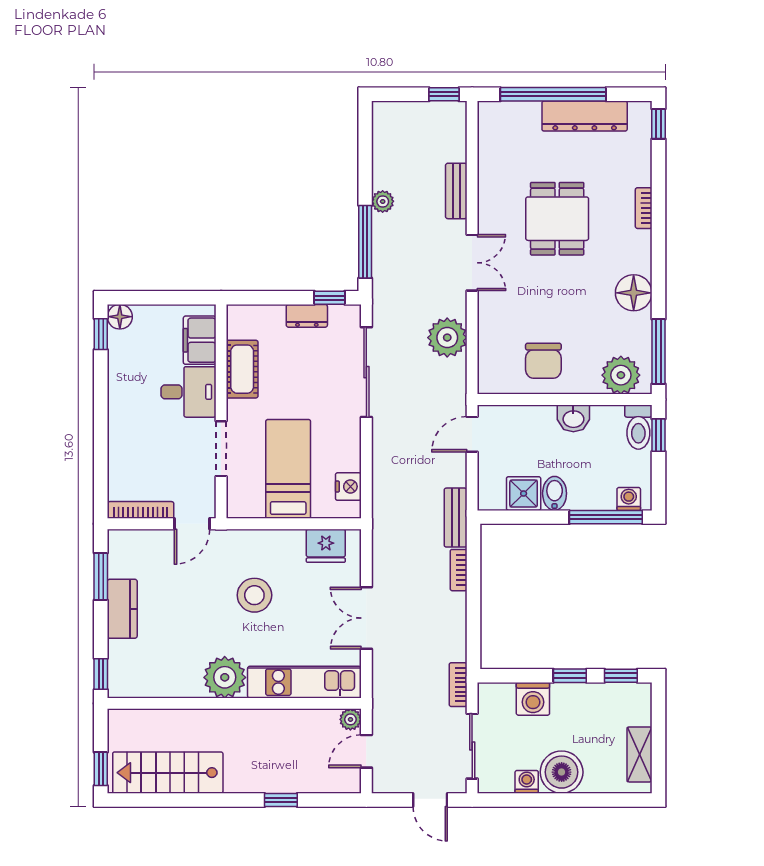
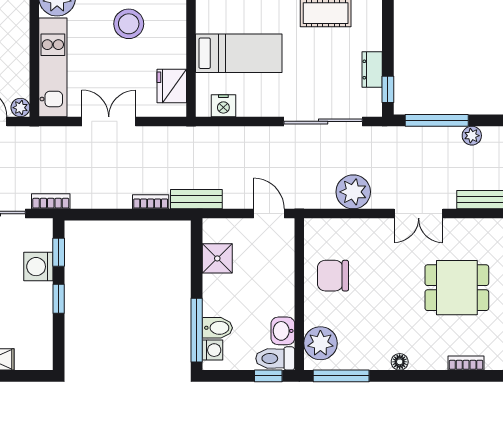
floor lamp: (634, 293) -> (400, 362), width x0.53, depth x0.53
washbasin: (573, 418) -> (283, 331), moved
bidet: (555, 493) -> (217, 328), moved
window: (621, 676) -> (59, 252), moved

